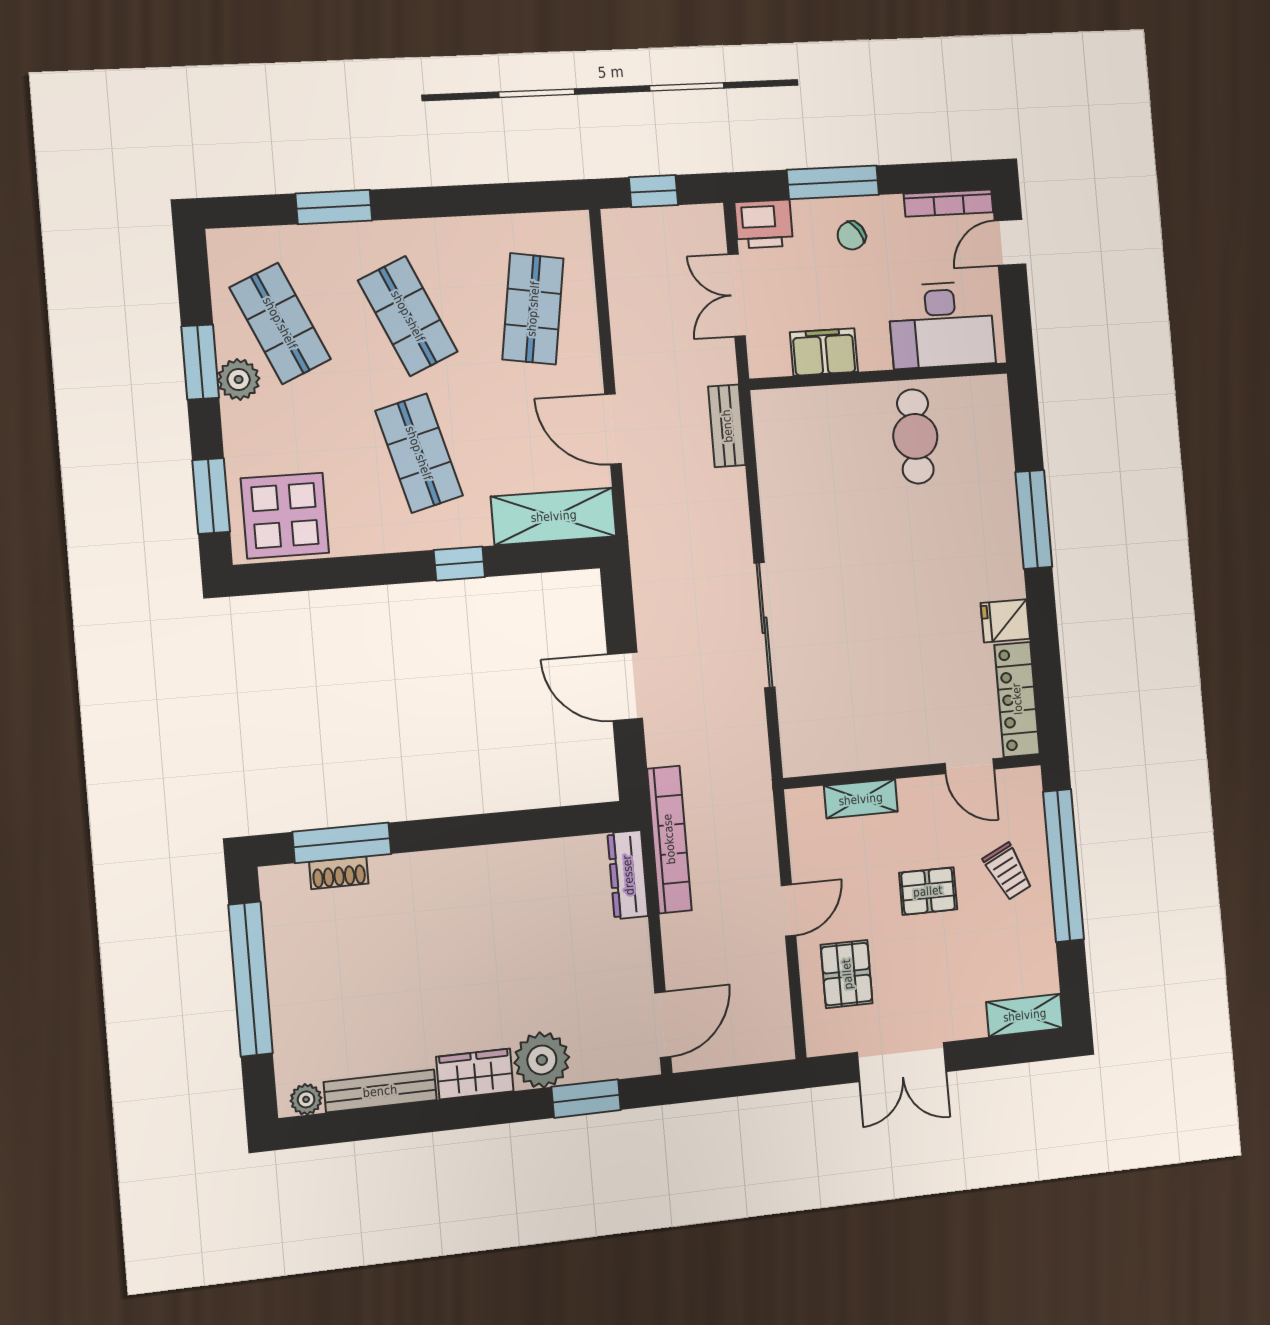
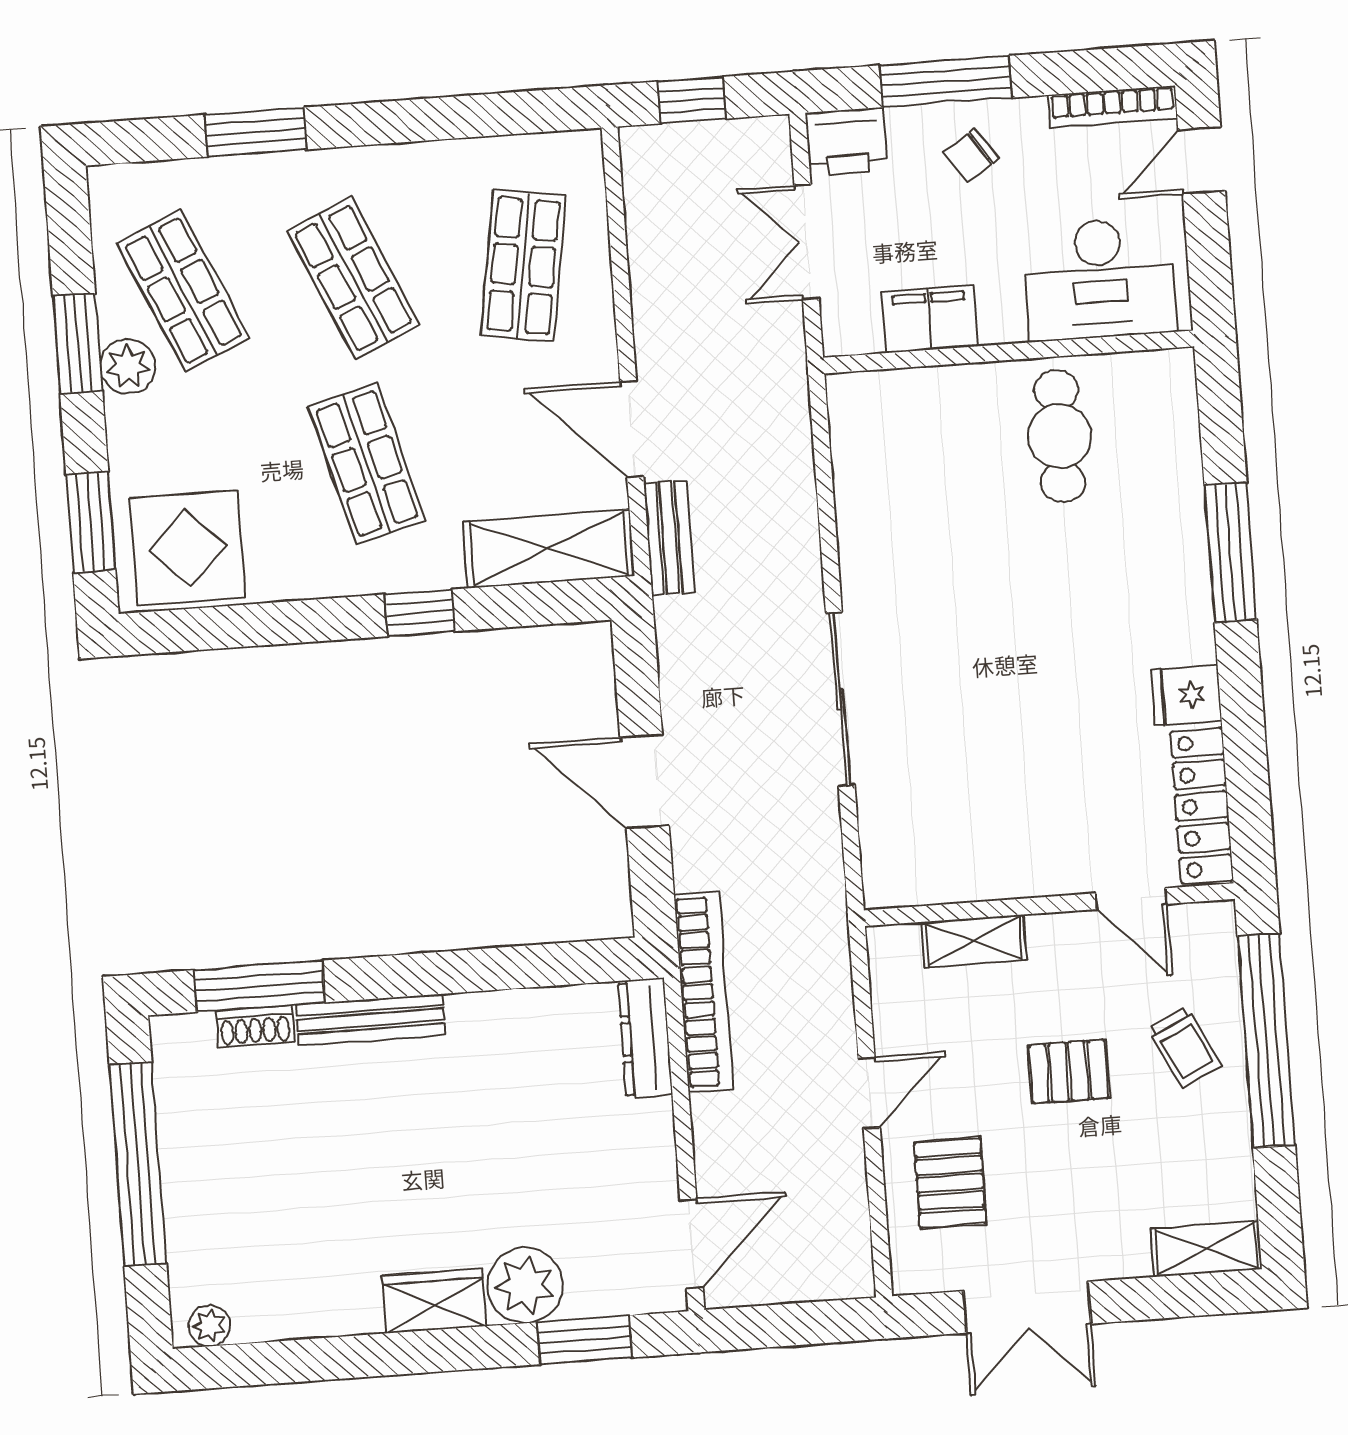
bench: (727, 426) -> (669, 538), moved
bench: (380, 1091) -> (371, 1020), moved

